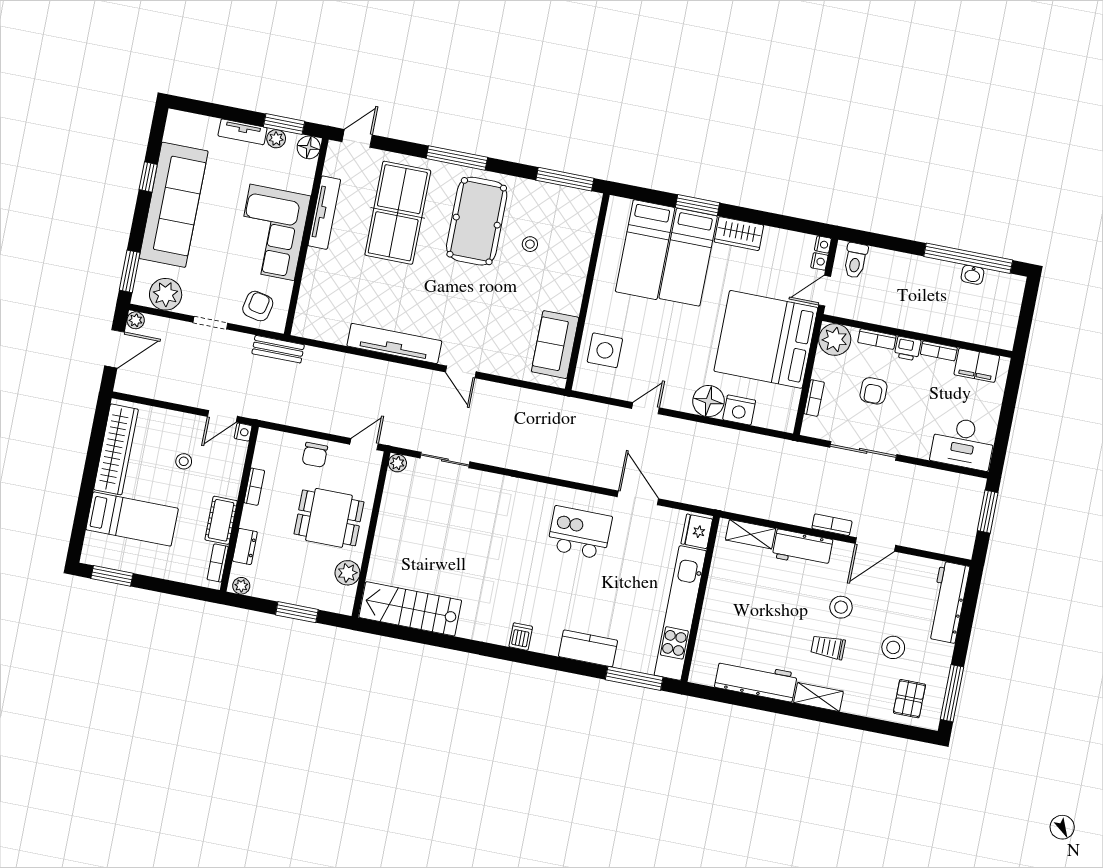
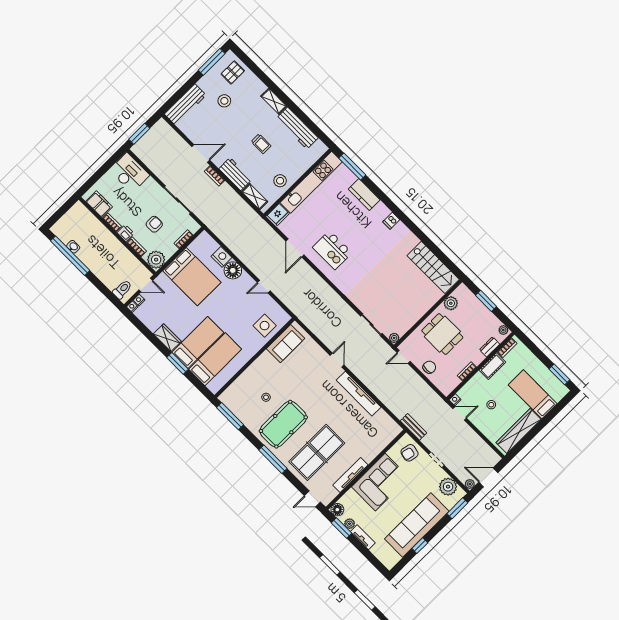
bed: (766, 339) -> (192, 277), width x0.73
stool: (841, 607) -> (280, 181), moved
trolley: (828, 647) -> (261, 144), moved

